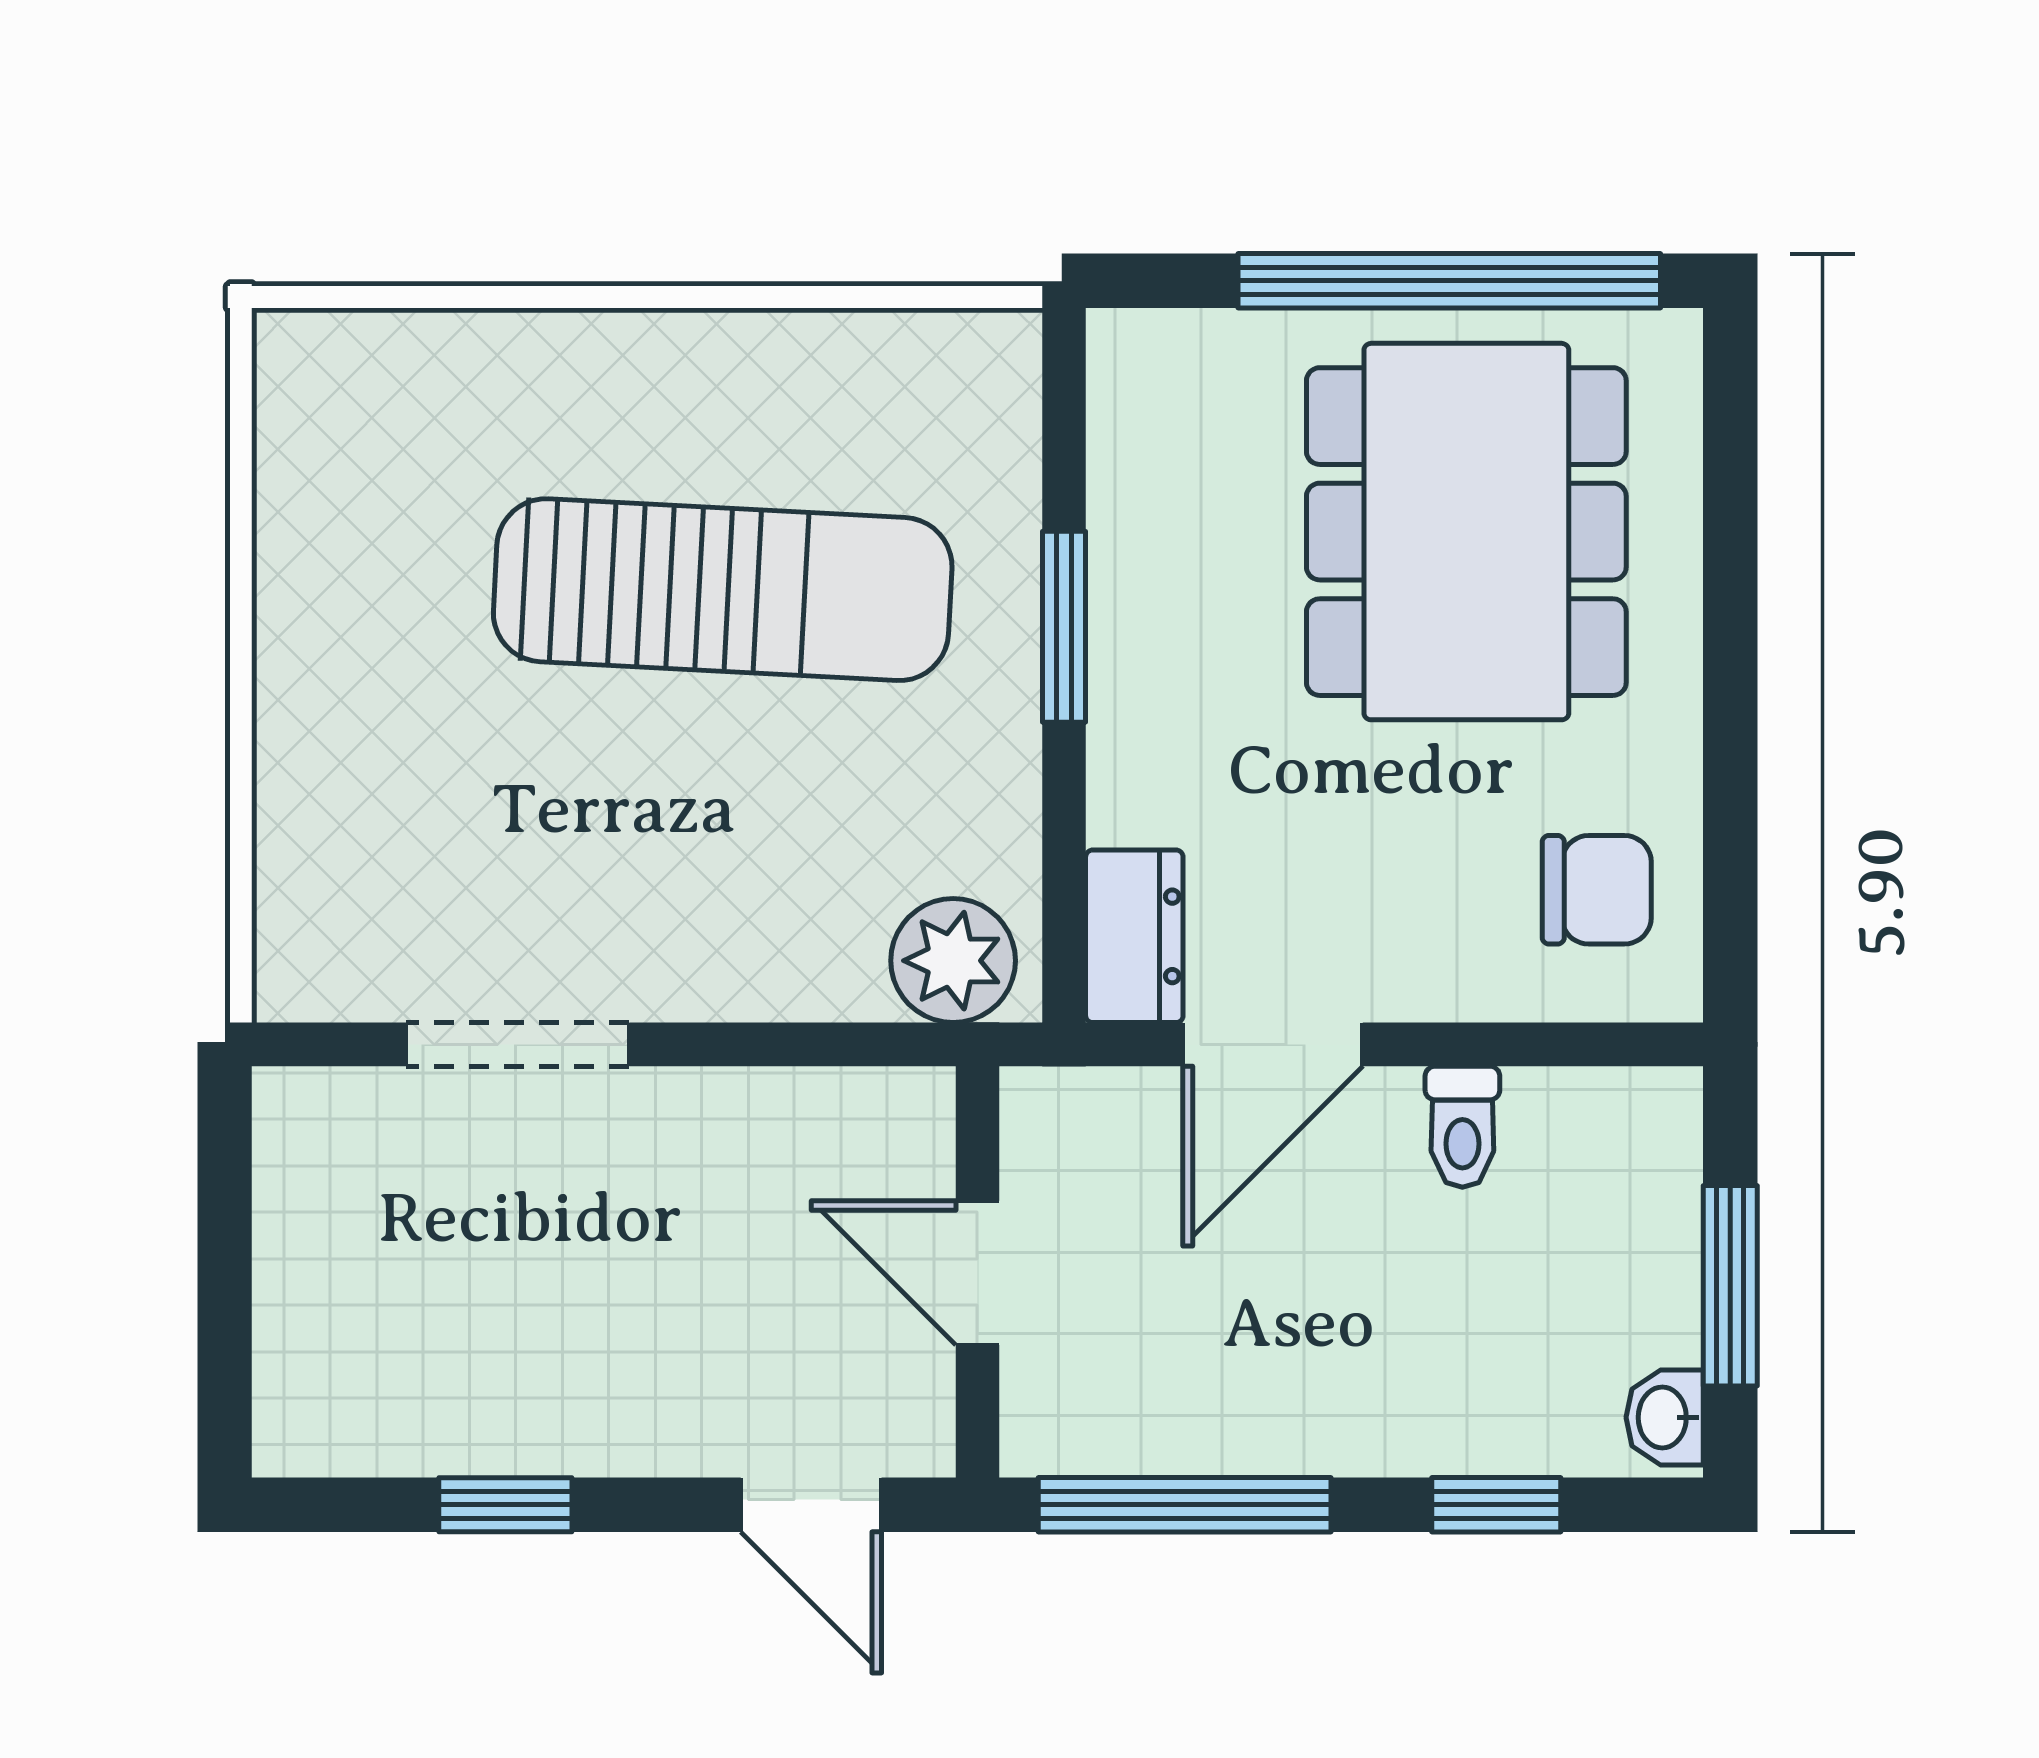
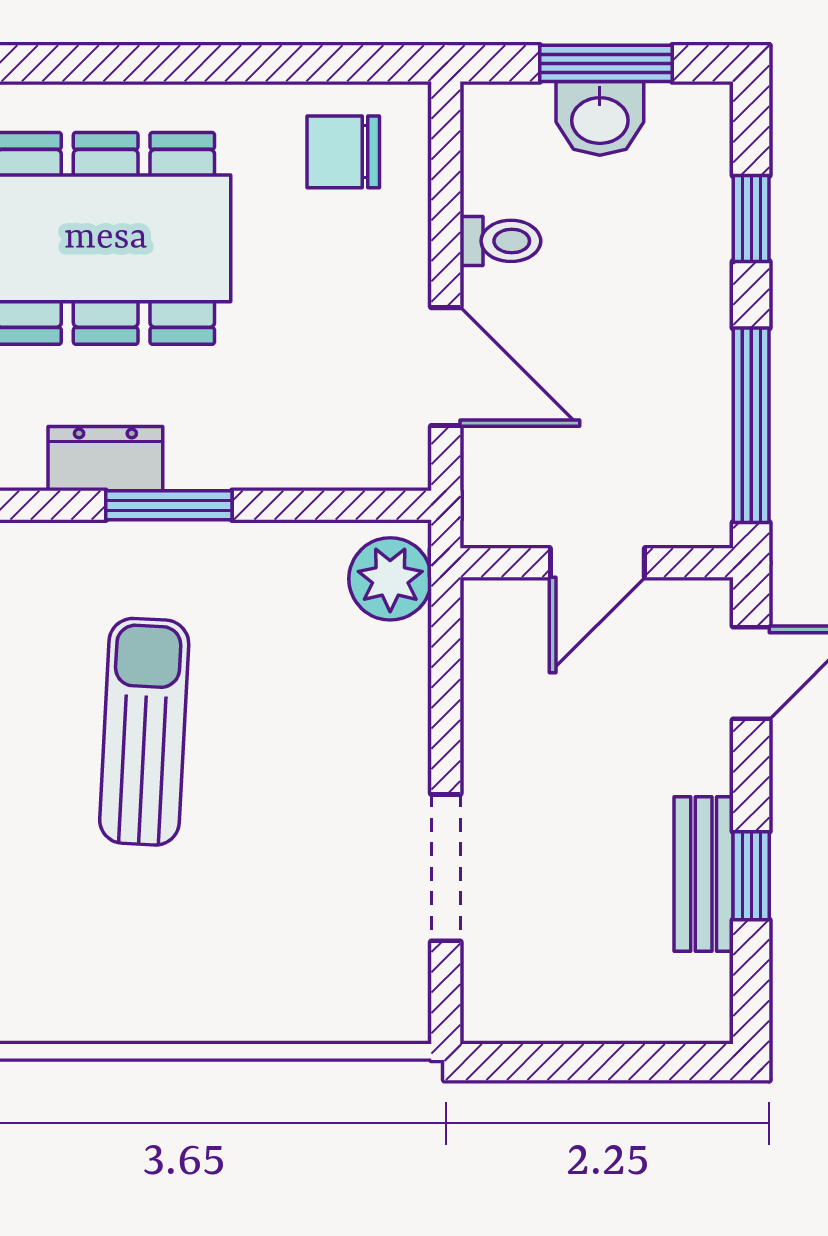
sun lounger: (723, 590) -> (144, 732), width x0.73, depth x0.75
chair: (1597, 890) -> (343, 152), turned -90
dresser: (1134, 936) -> (105, 459), moved
washbasin: (1665, 1417) -> (600, 118), moved, width x1.38, depth x1.45
bench: (508, 1433) -> (704, 874), added

